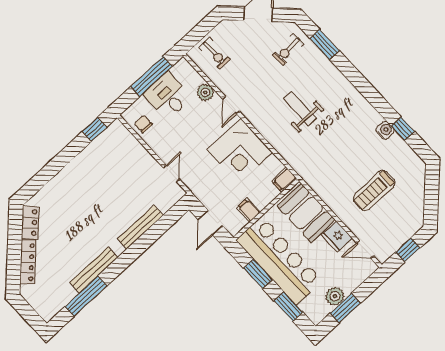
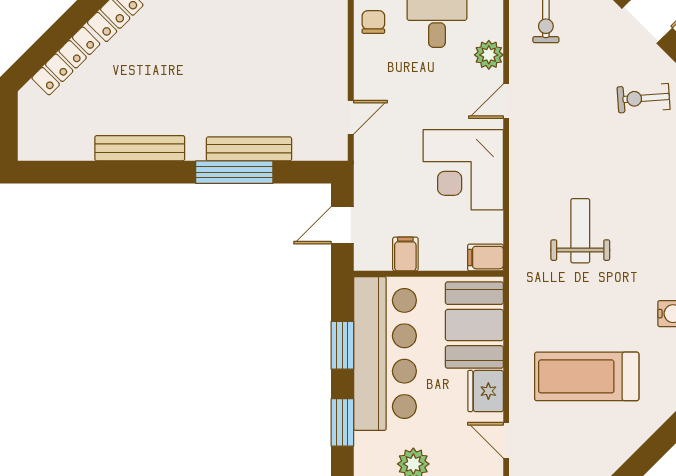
weight bench: (300, 109) -> (580, 231), moved
treadmill: (374, 190) -> (587, 376), width x1.37, depth x1.37
window: (86, 296) -> (234, 172), moved

